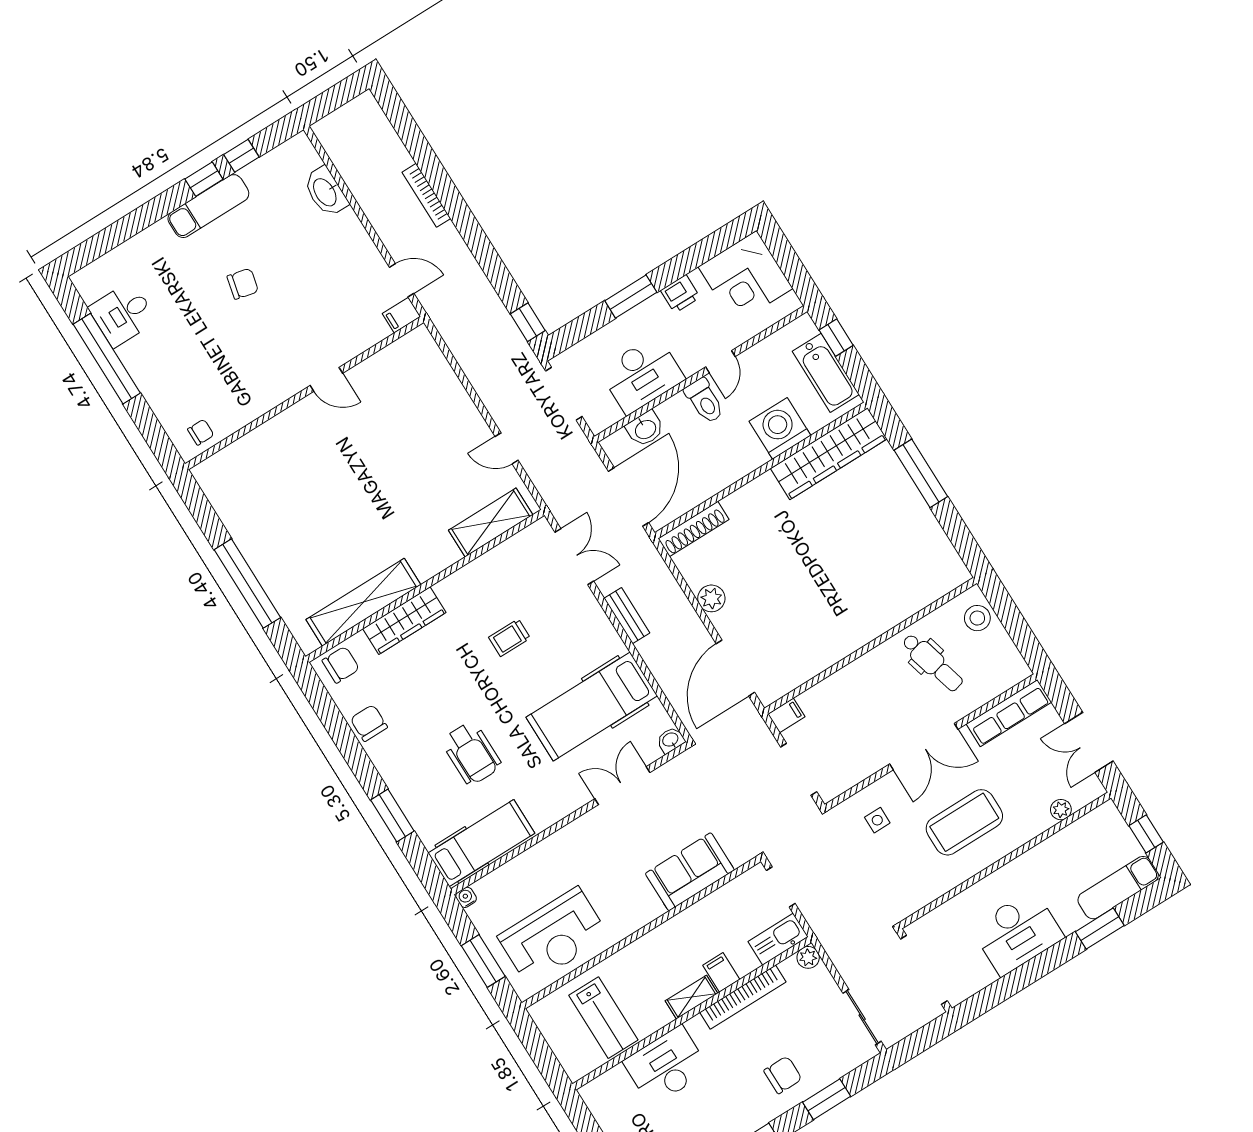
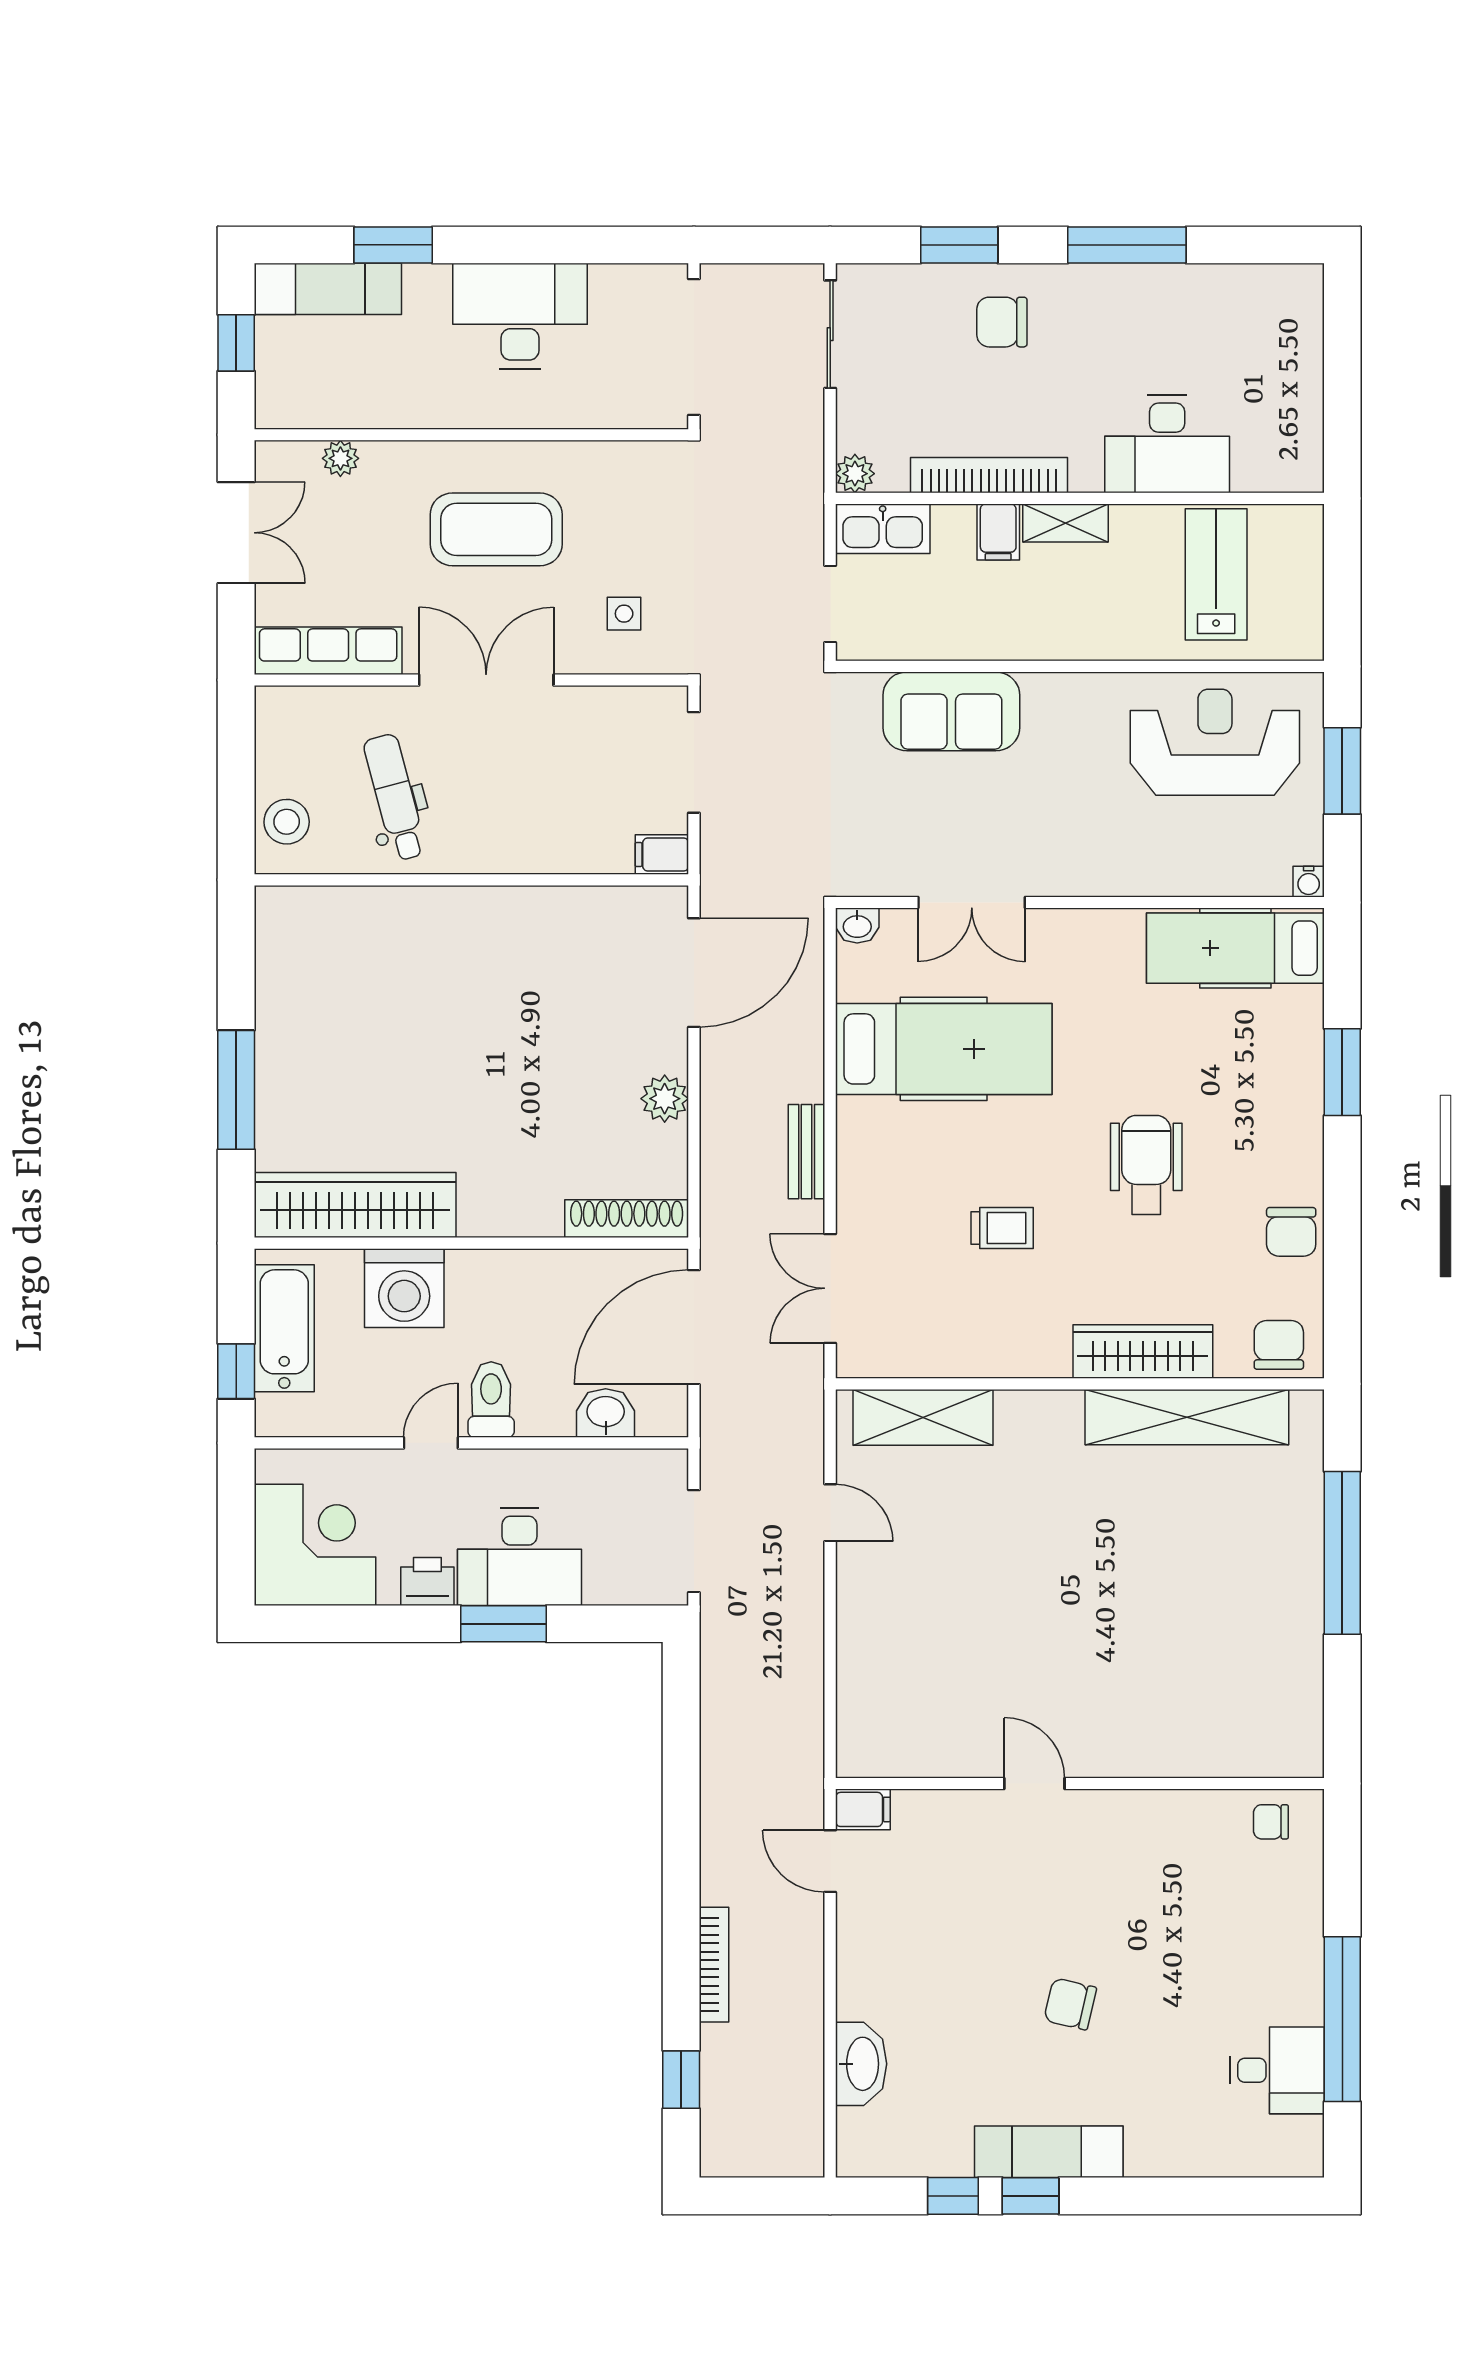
window: (528, 322) -> (681, 2080), moved
desk: (642, 375) -> (519, 1557), moved, turned 180
chair: (341, 665) -> (1279, 1345), turned 90
wheelchair: (471, 753) -> (1146, 1165), moved

